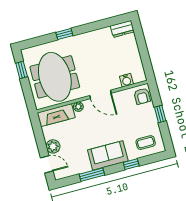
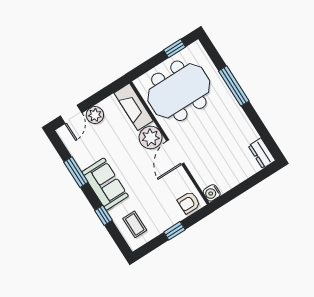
window: (64, 34) -> (234, 86), width x2.17
water cooler: (126, 80) -> (212, 193), moved
plant: (78, 107) -> (151, 138), width x1.87, depth x1.87

